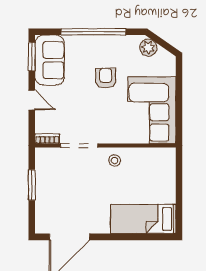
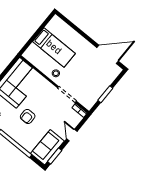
bed: (143, 219) -> (54, 47), moved

